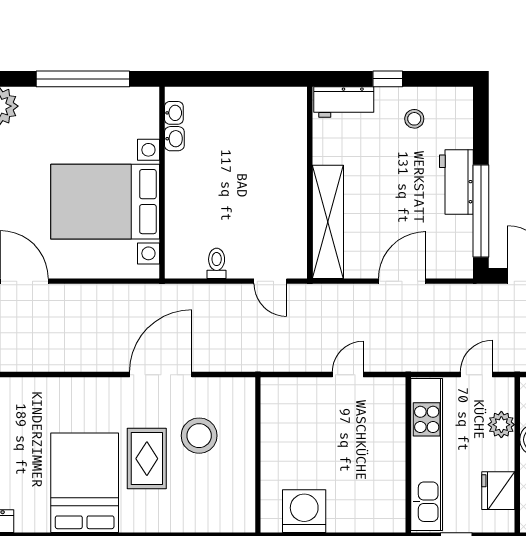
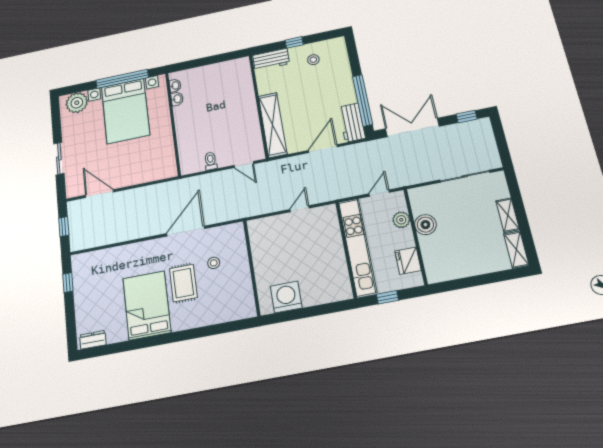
workbench: (456, 182) -> (352, 123), moved
bed with nightstands: (105, 202) -> (125, 111), moved, turned -90
stool: (199, 436) -> (214, 263), width x0.53, depth x0.53

